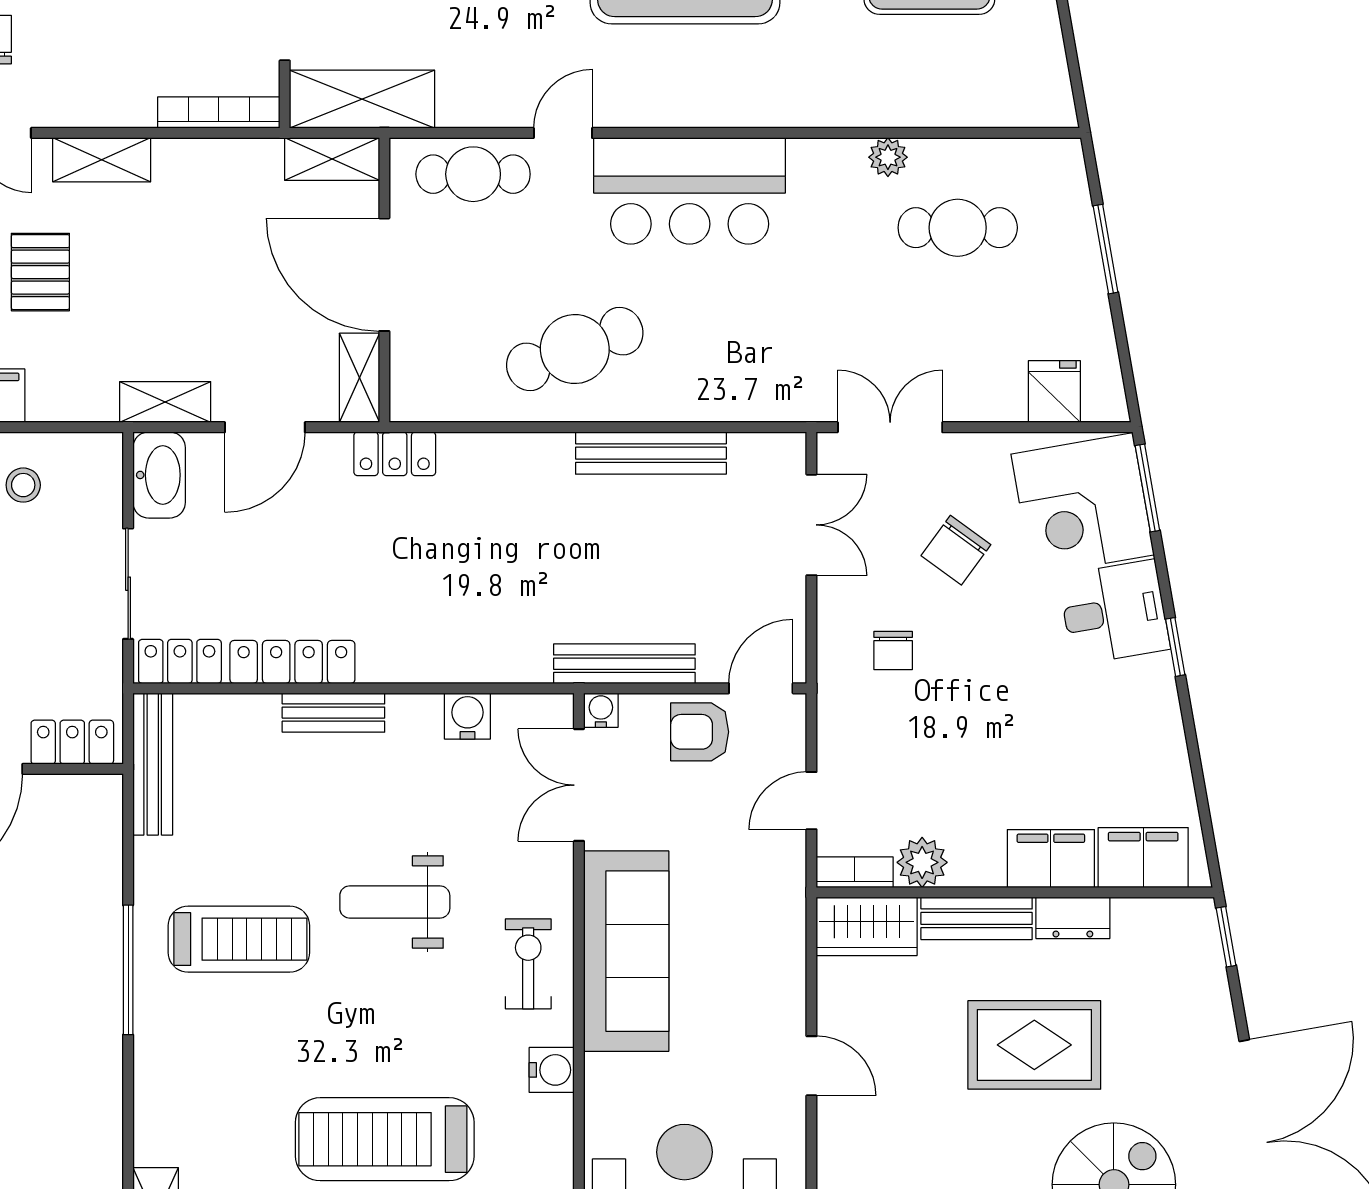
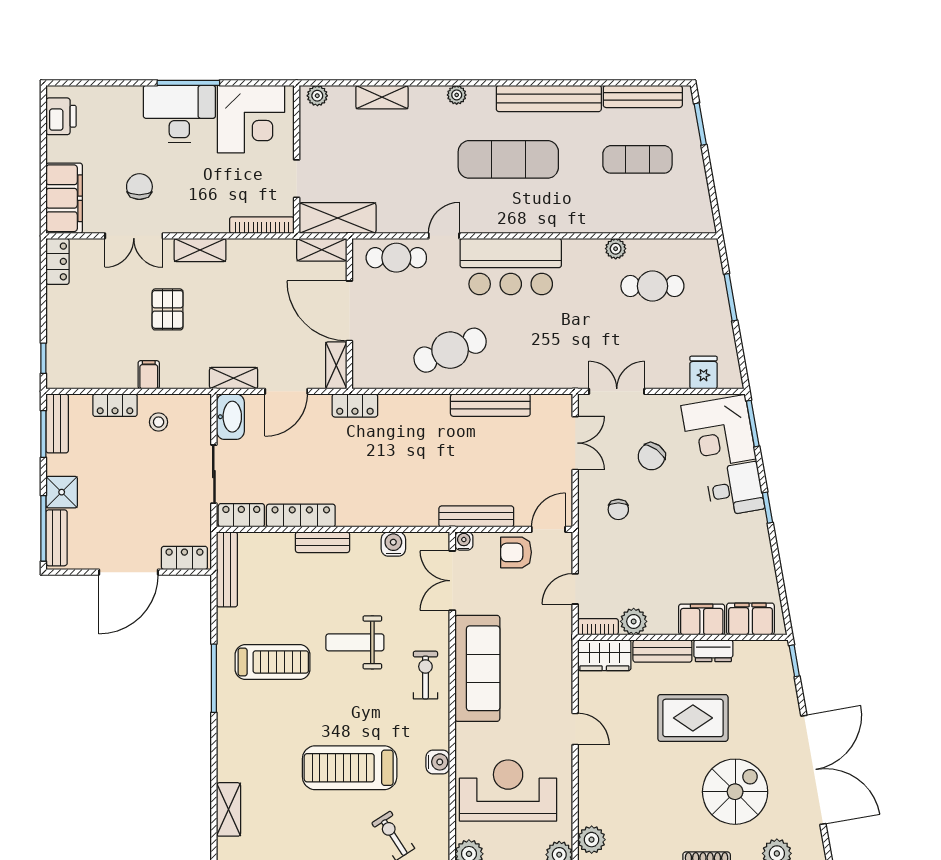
water cooler: (552, 1070) -> (438, 762), moved

